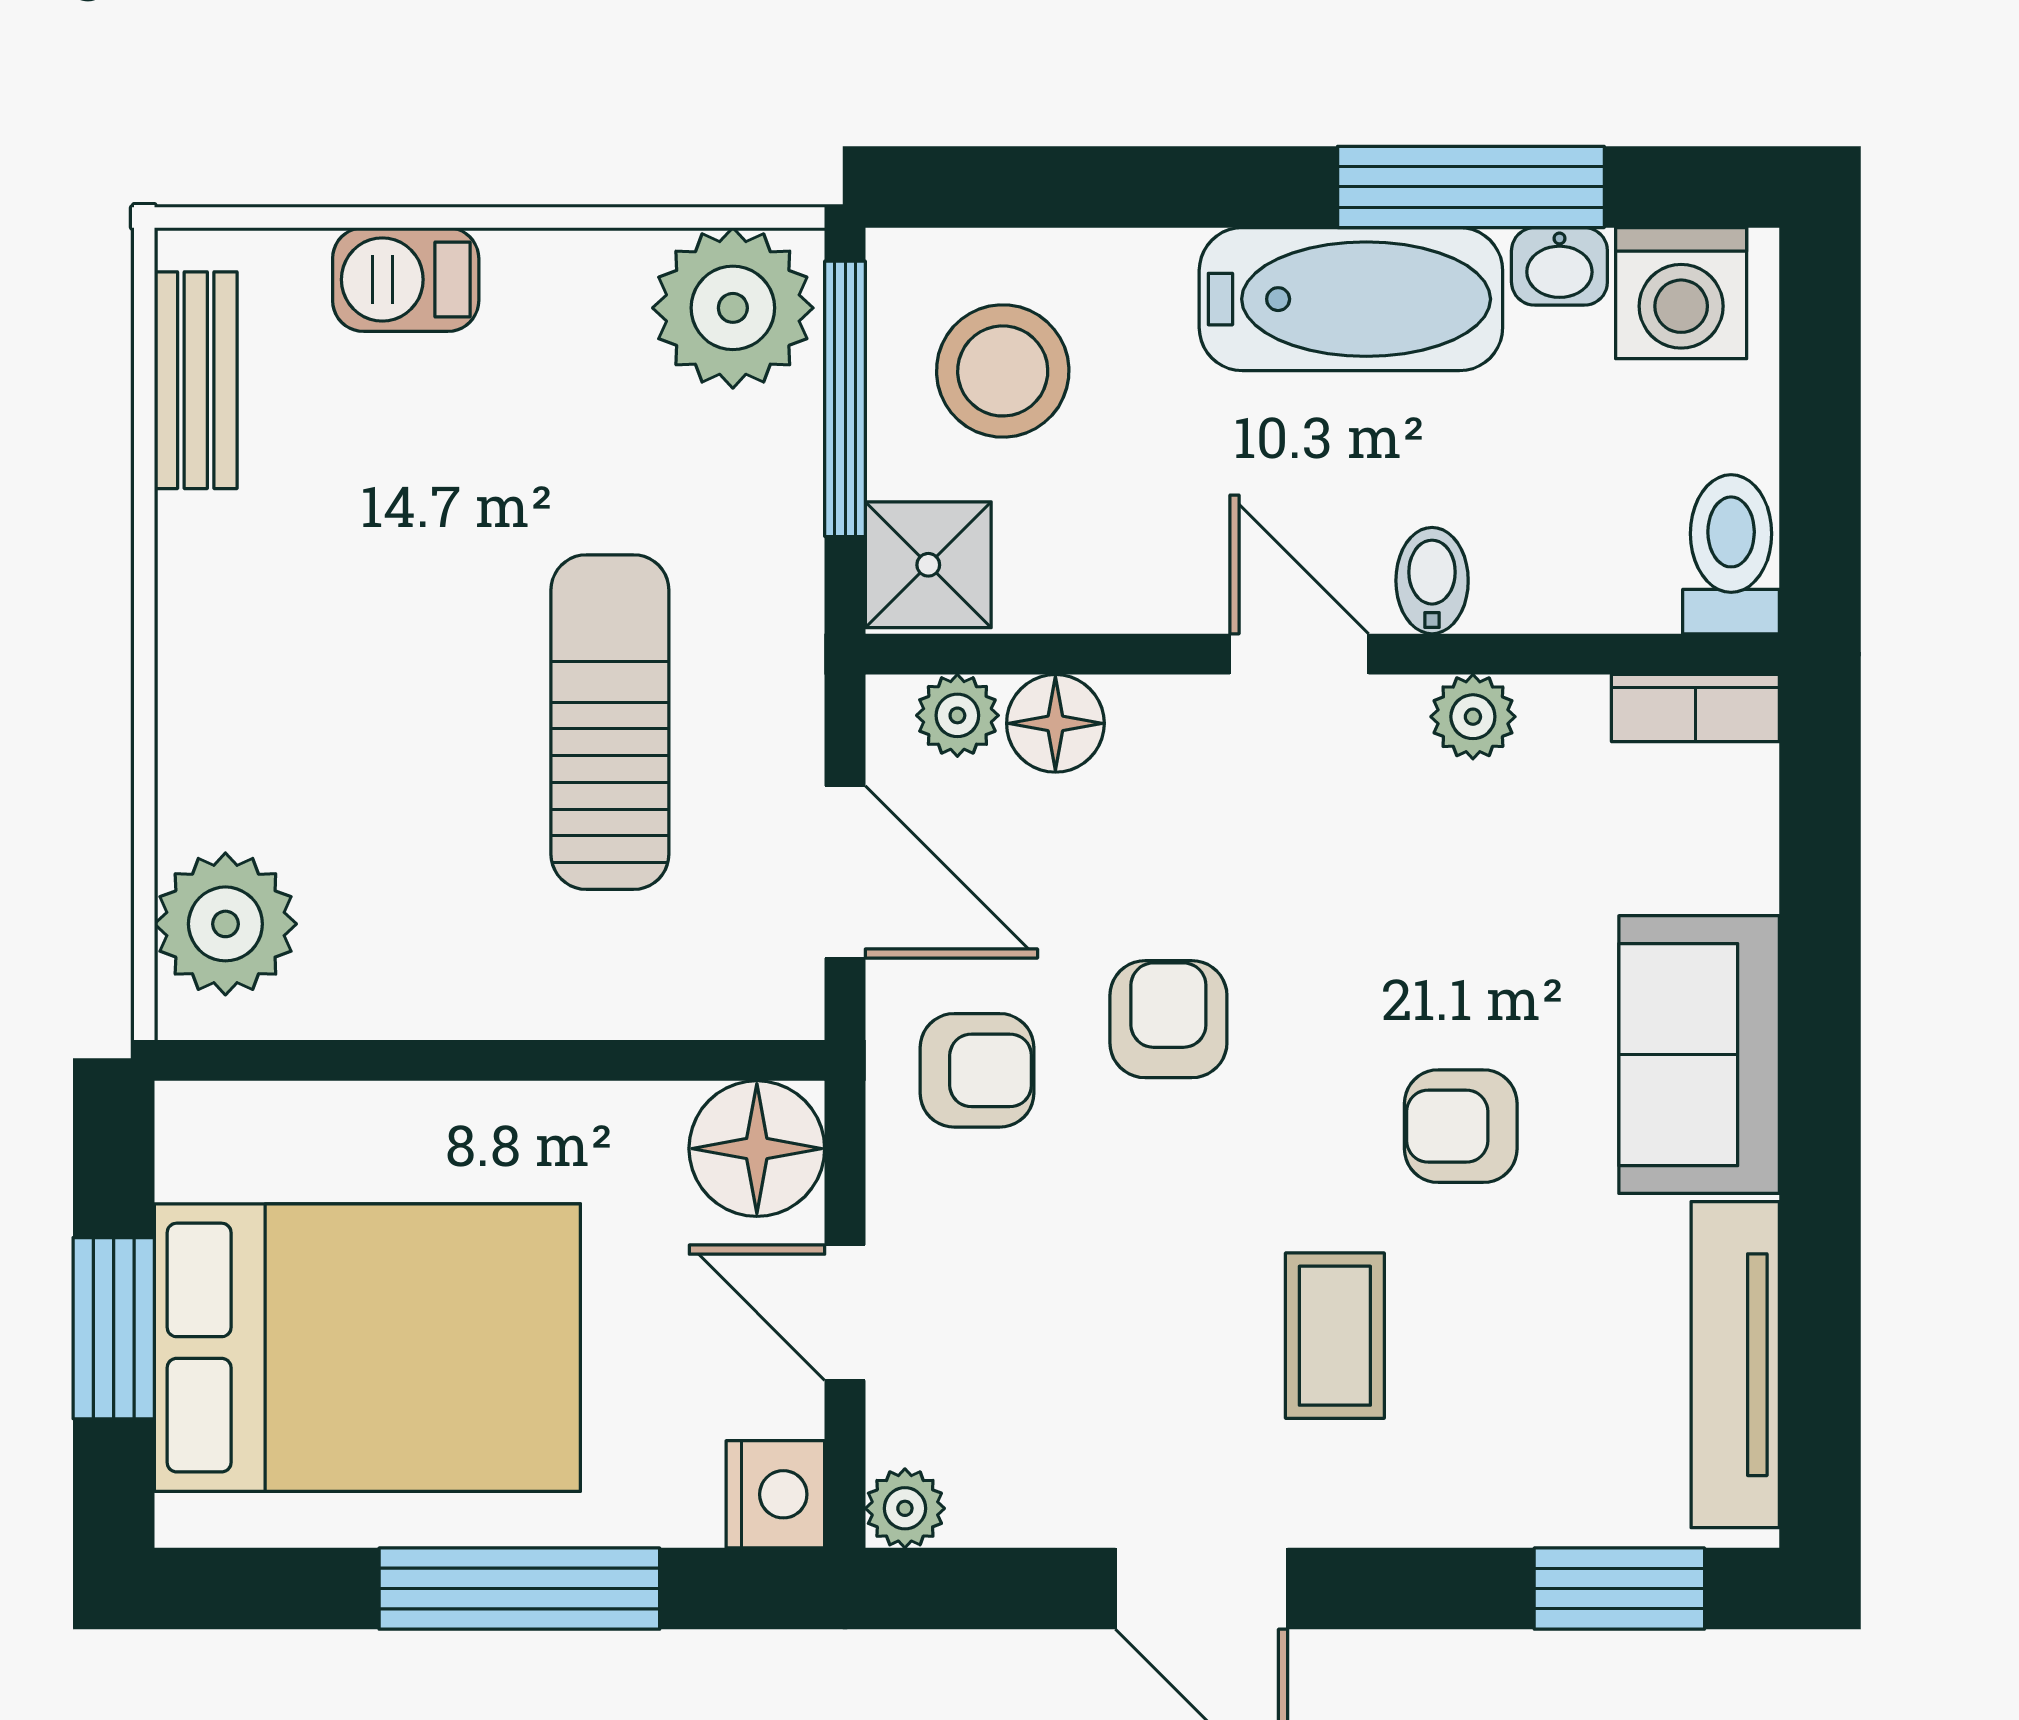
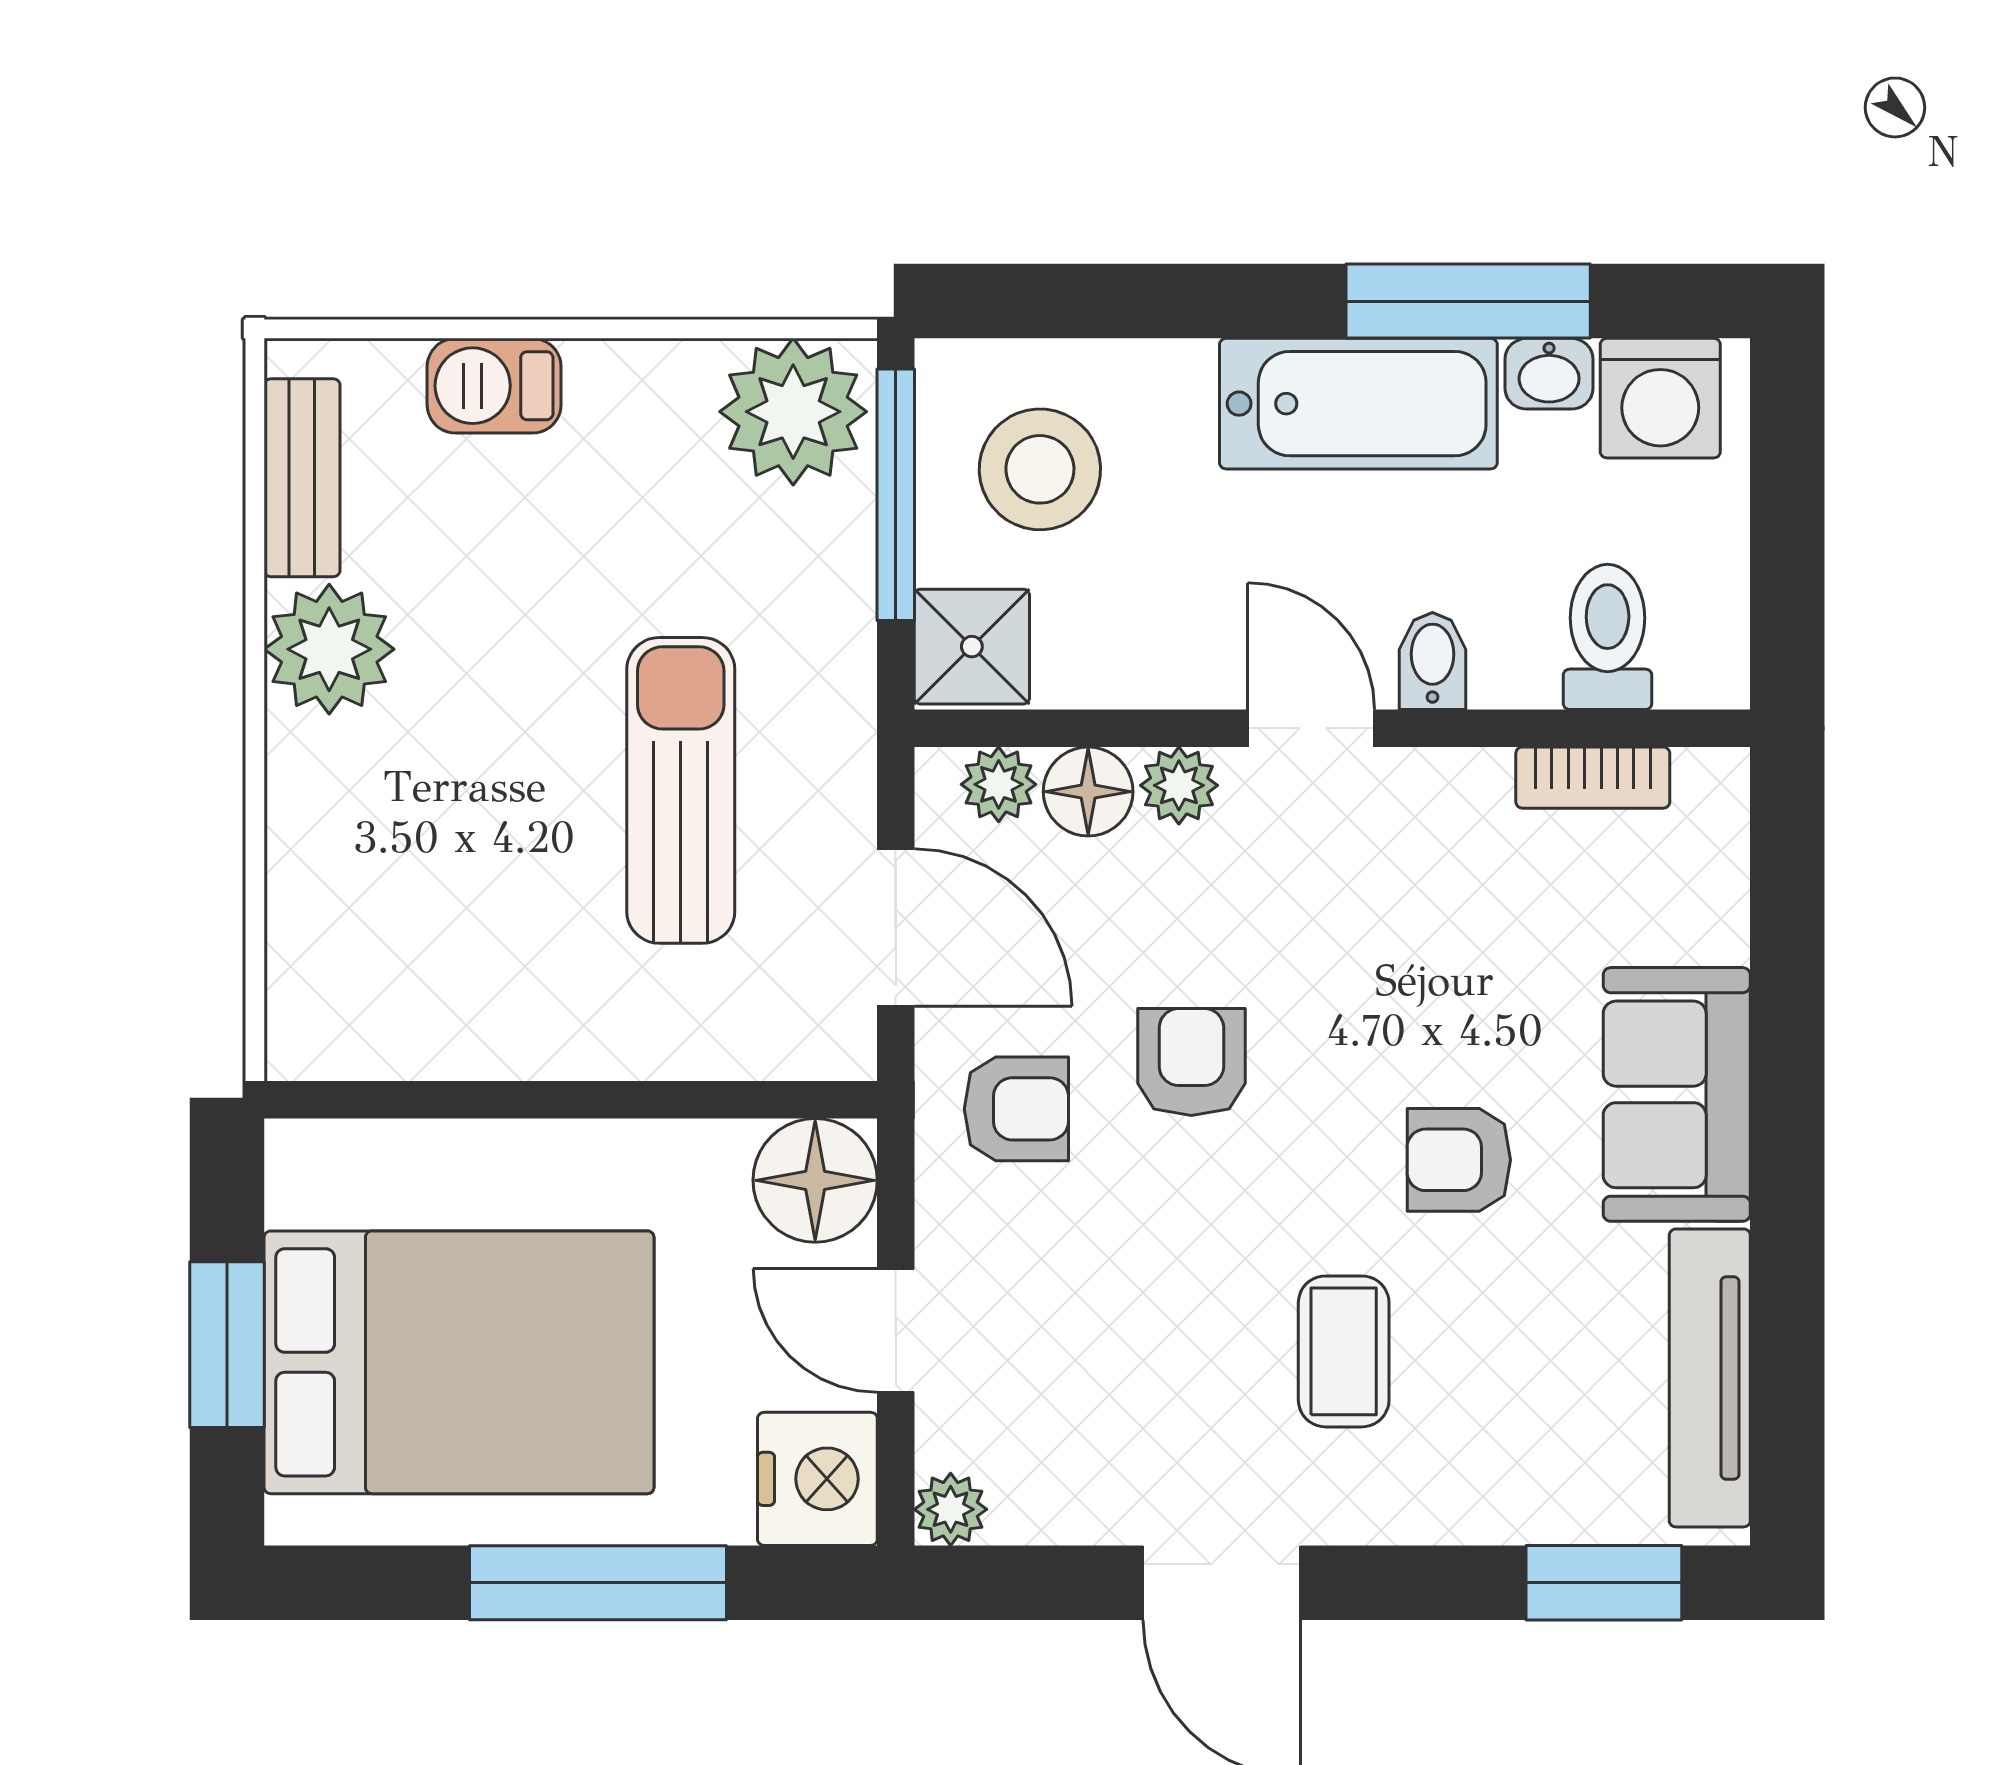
toilet: (1731, 554) -> (1608, 637), moved
bookcase: (1695, 708) -> (1593, 778), moved
plant: (1473, 717) -> (1179, 785), moved
plant: (225, 924) -> (329, 649), moved
nightstand: (775, 1494) -> (817, 1479), width x1.36, depth x1.33

